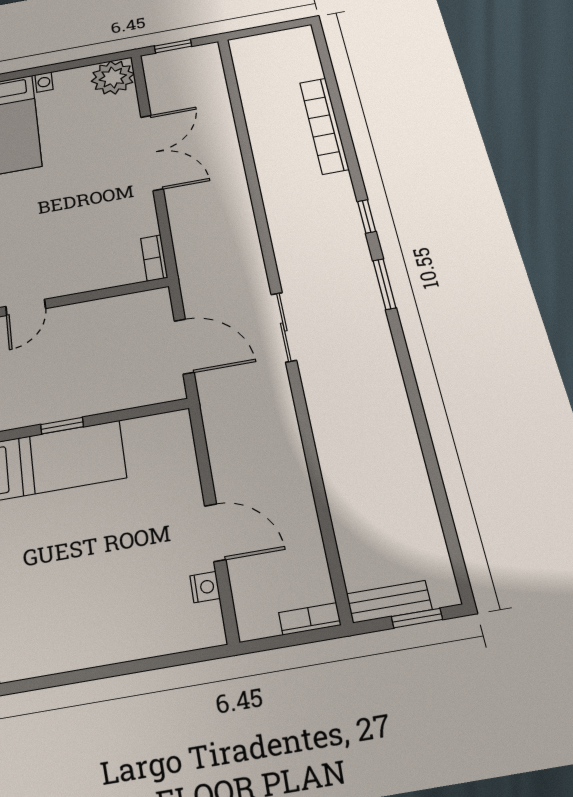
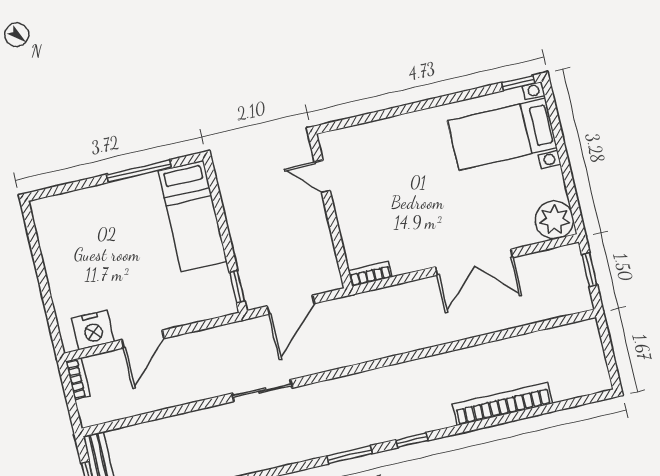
sliding door: (284, 327) -> (262, 391), moved
window: (62, 426) -> (237, 287), moved
nightstand: (205, 587) -> (93, 330), width x1.89, depth x1.79
bookcase: (310, 619) -> (78, 379), moved

